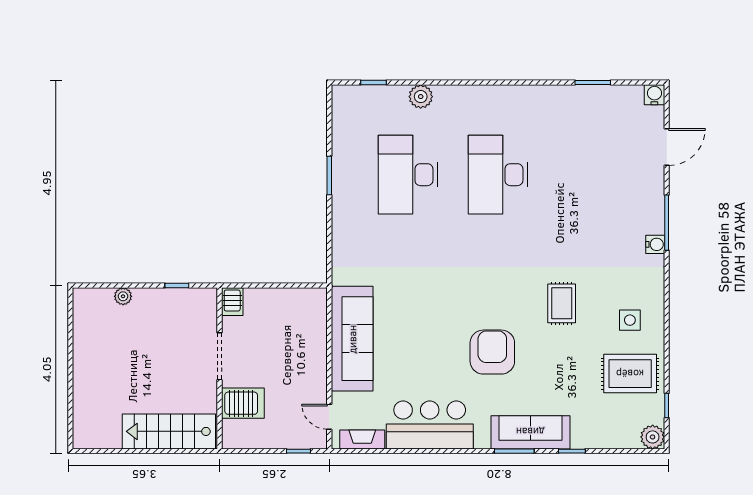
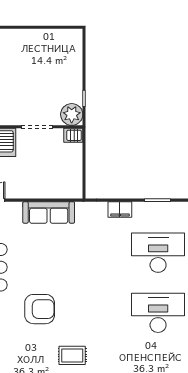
filing cabinet: (343, 232) -> (120, 209), added
plant: (123, 296) -> (72, 114), moved, width x1.88, depth x1.88
sofa: (352, 339) -> (49, 212), width x0.74, depth x0.79

